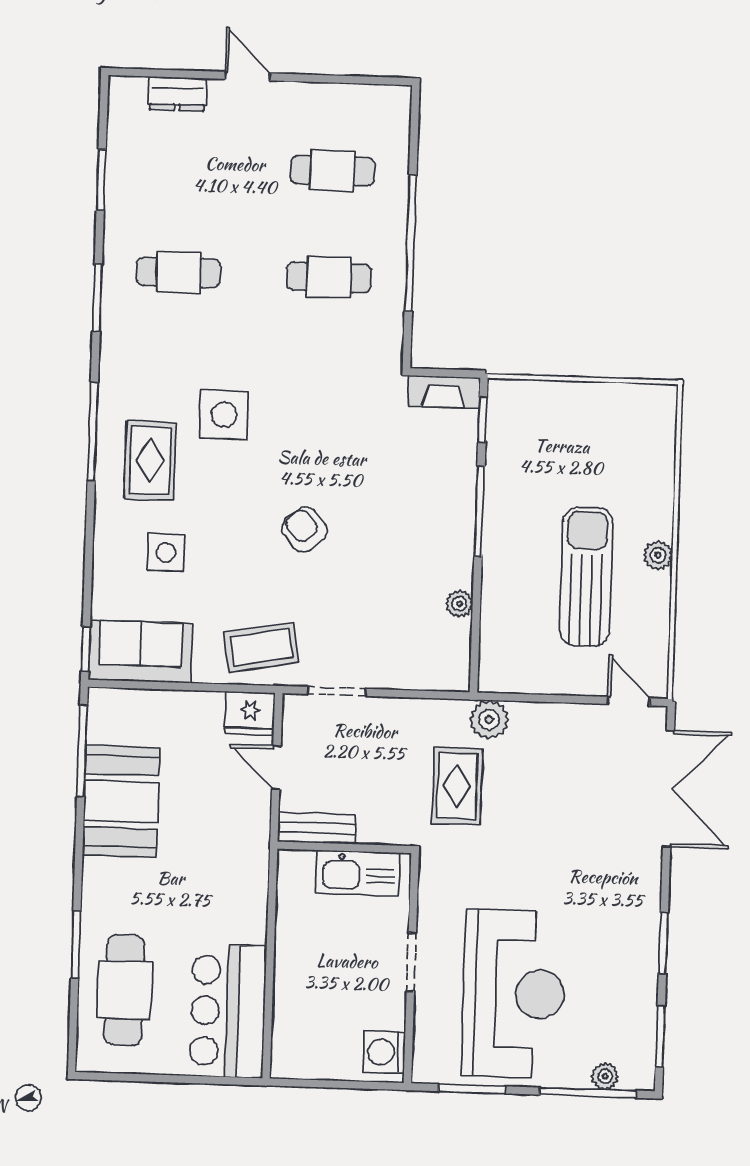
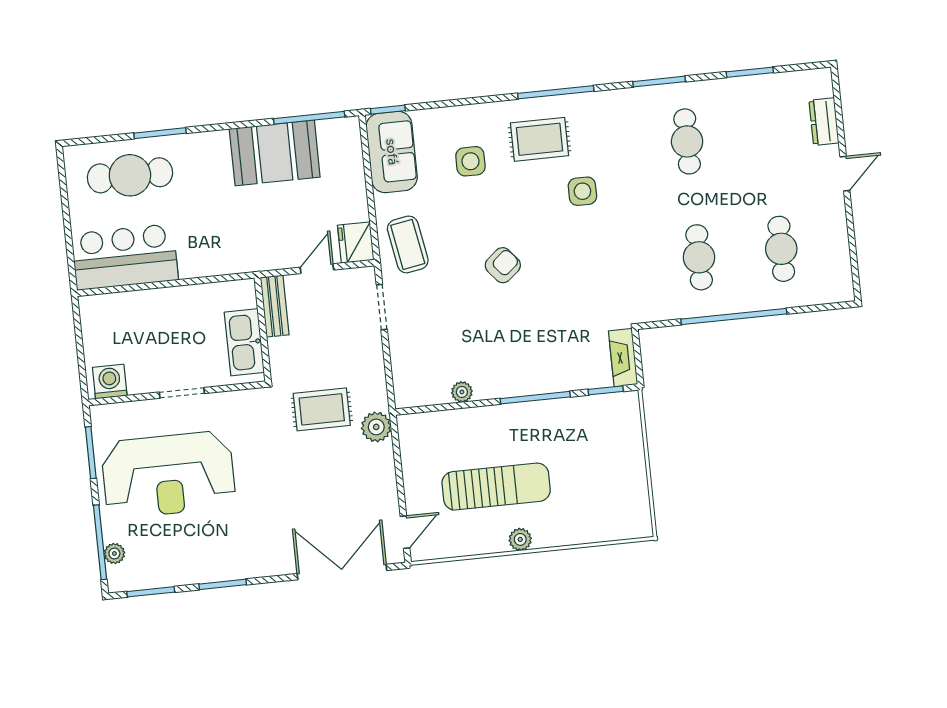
side table: (224, 415) -> (582, 191), width x0.73, depth x0.73
double door: (668, 789) -> (342, 572), swing flipped

